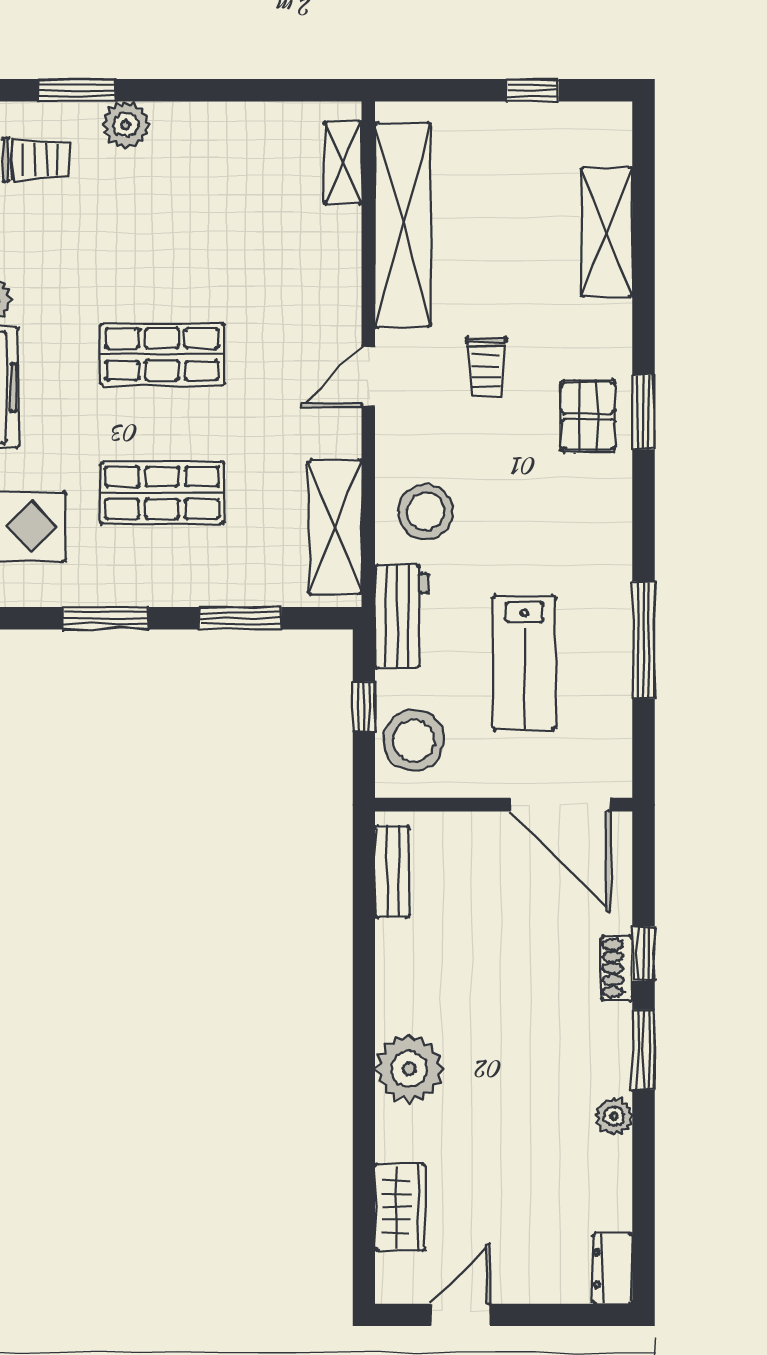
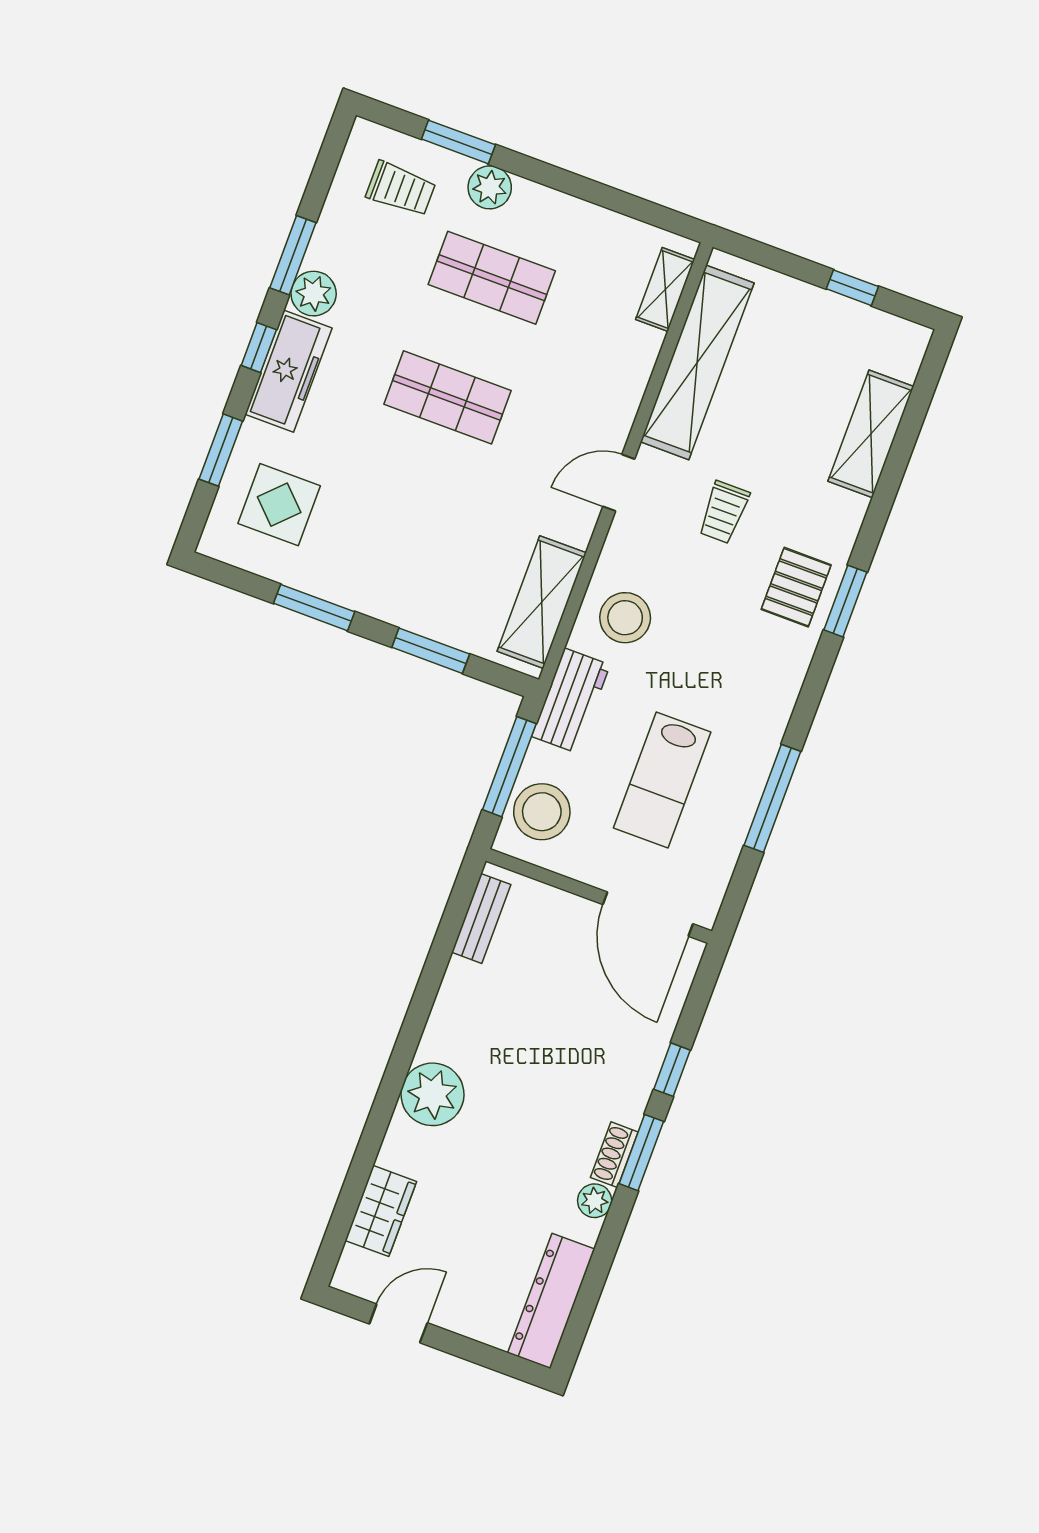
shop shelf: (162, 493) -> (492, 278), moved
window: (364, 707) -> (509, 767), width x2.17
shoe rack: (617, 968) -> (614, 1155), moved
dresser: (612, 1268) -> (551, 1301), width x1.96, depth x1.24

